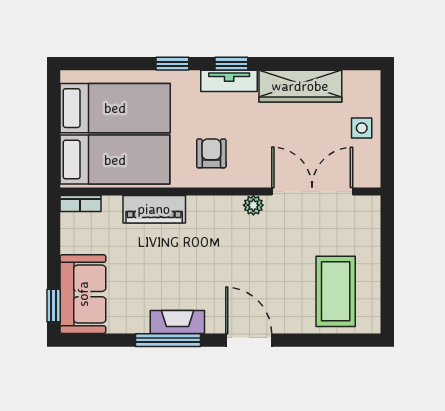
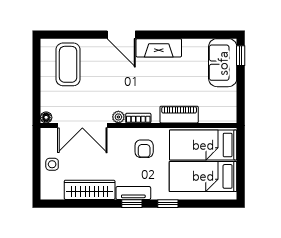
bookcase: (80, 204) -> (138, 118), moved
floor lamp: (372, 205) -> (46, 117), added
fireplace: (177, 322) -> (159, 48), width x1.37, depth x1.32
window: (168, 340) -> (171, 35), removed

